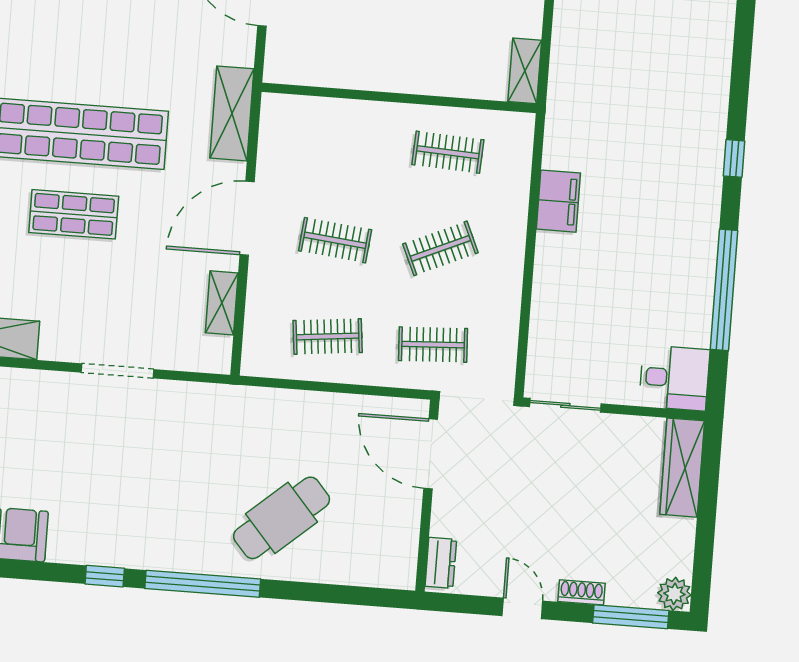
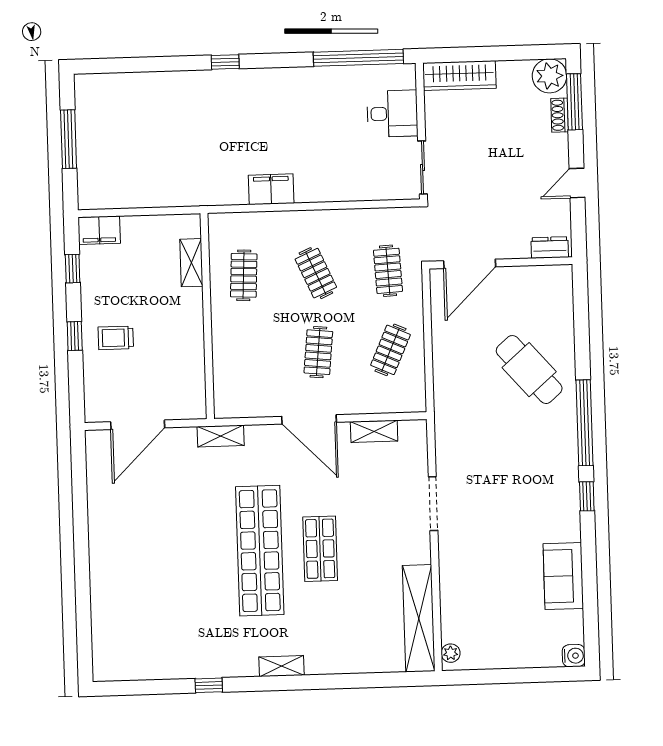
shelving: (525, 71) -> (191, 263), moved, turned 90
shelving: (232, 113) -> (221, 436), width x0.67, depth x0.75
window: (724, 290) -> (358, 58), moved
clothes rail: (328, 336) -> (390, 350), turned 30
desk: (674, 378) -> (392, 114), moved, turned 90
shoe rack: (581, 592) -> (560, 115), moved
plant: (674, 594) -> (550, 76), width x1.36, depth x1.36

